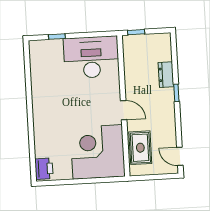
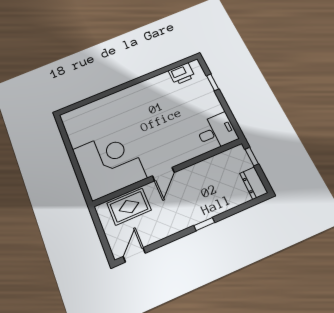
desk: (91, 57) -> (217, 132), width x0.53, depth x0.77
dresser: (166, 75) -> (254, 183), moved, turned -90
printer: (44, 169) -> (182, 74), moved

